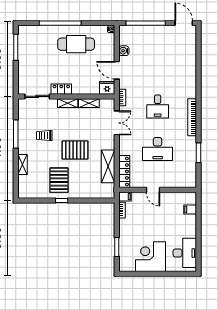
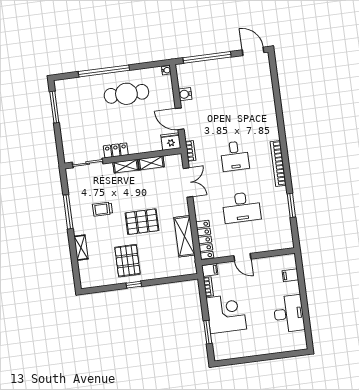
desk: (185, 253) -> (289, 314), moved
corner desk: (151, 257) -> (226, 313), moved, turned 90

